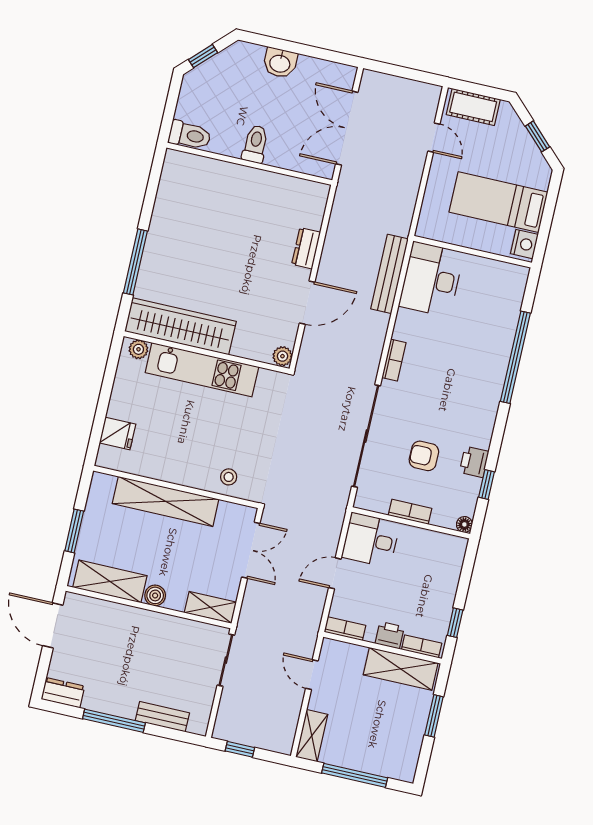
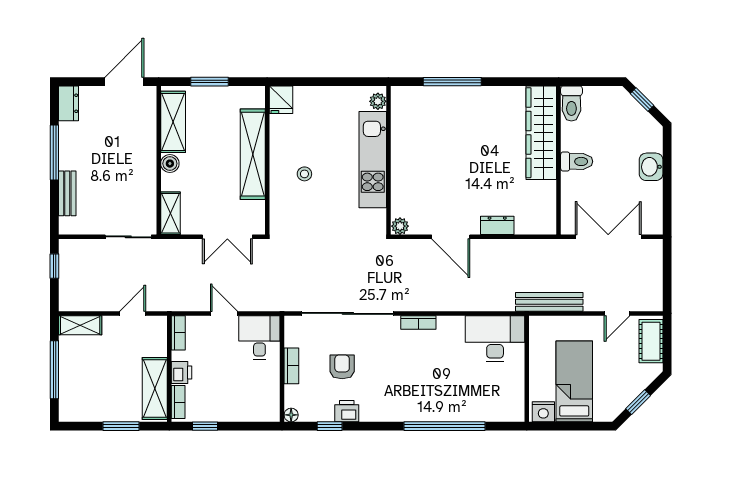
bench: (389, 274) -> (549, 302), moved
wardrobe: (180, 326) -> (541, 133), moved, turned 180
fridge: (118, 434) -> (281, 100), moved
stool: (229, 477) -> (304, 174), moved

